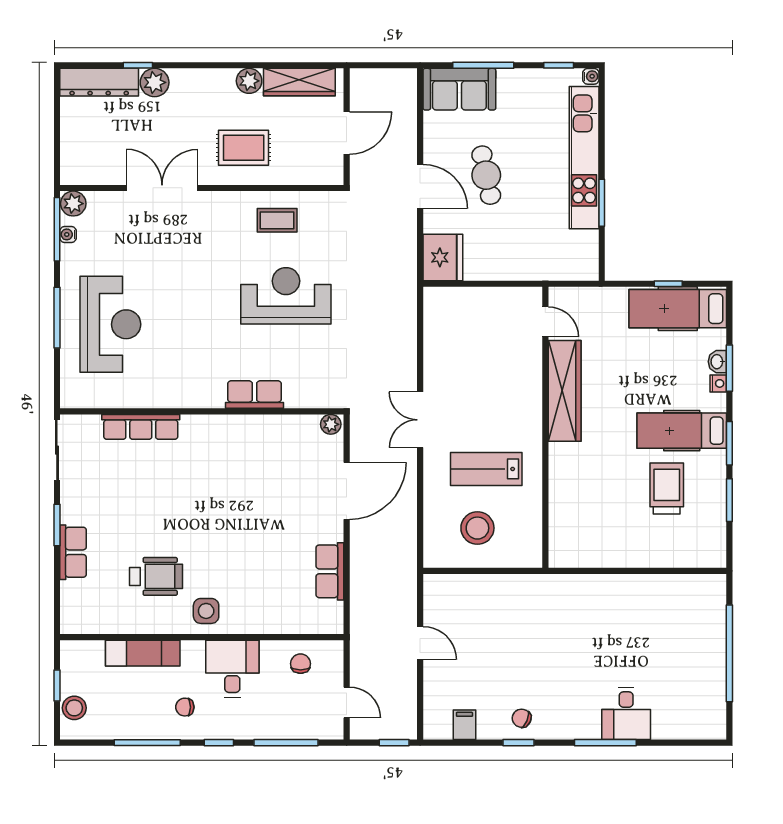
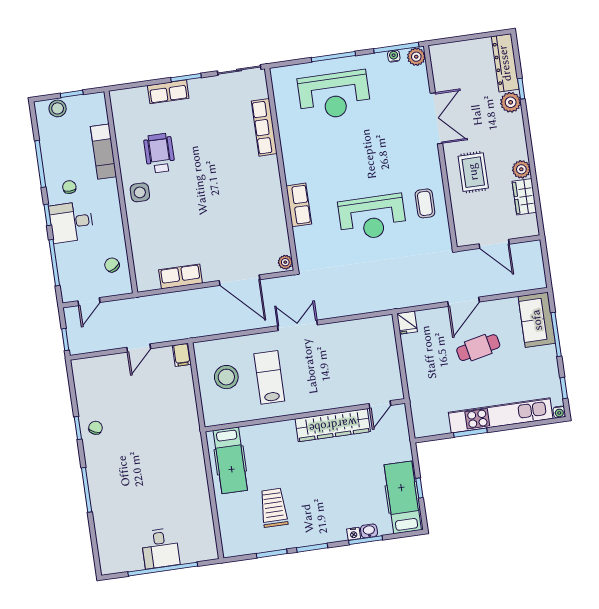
wardrobe: (299, 82) -> (524, 197), width x0.67
fridge: (443, 257) -> (407, 323), width x0.53, depth x0.75
reception desk: (286, 296) -> (372, 217), turned 90
hospital bed: (682, 431) -> (230, 460), moved, turned 180
trolley: (667, 488) -> (274, 508), turned -90
wheelchair: (156, 576) -> (159, 153), turned 180
chair: (301, 664) -> (112, 265), turned -121
desk: (232, 669) -> (71, 222), moved, turned 180
desk: (626, 714) -> (160, 548), moved, turned -90
filing cabinet: (464, 725) -> (182, 355), moved, turned 90

